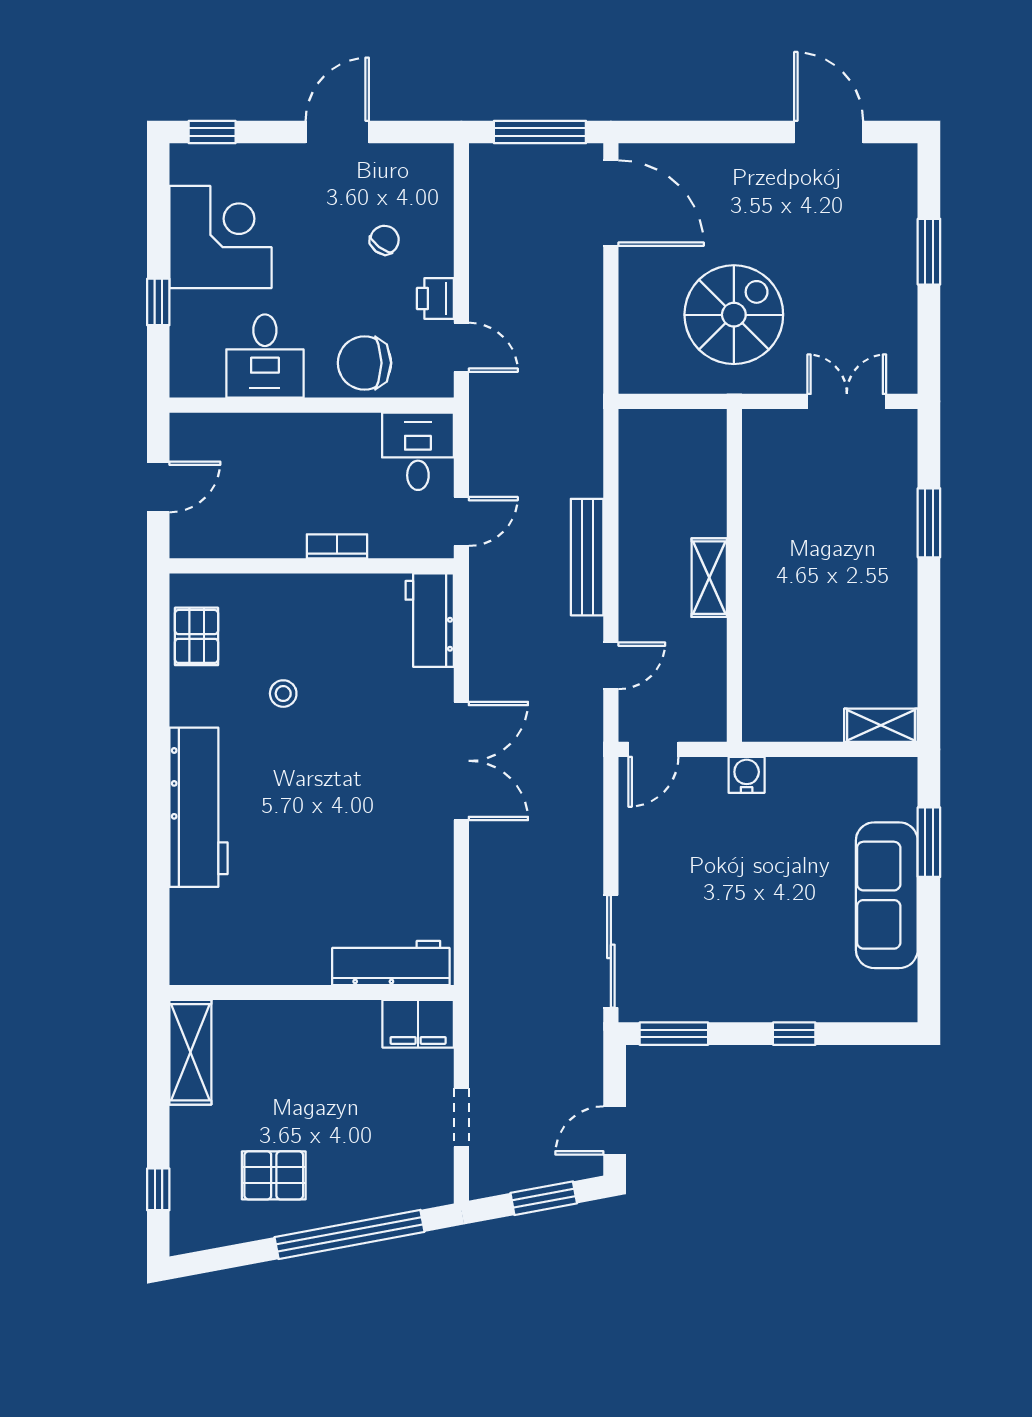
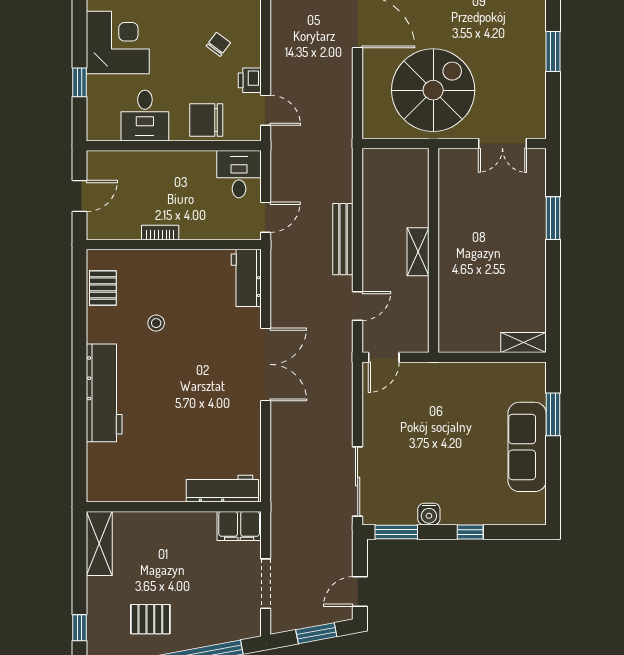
spiral stairs: (734, 315) -> (433, 90), width x1.37, depth x1.37
double door: (847, 401) -> (502, 143), swing flipped
bookcase: (337, 546) -> (160, 233), moved
water cooler: (747, 775) -> (429, 514), moved, turned 180
doorway: (461, 1118) -> (266, 584), width x1.38

